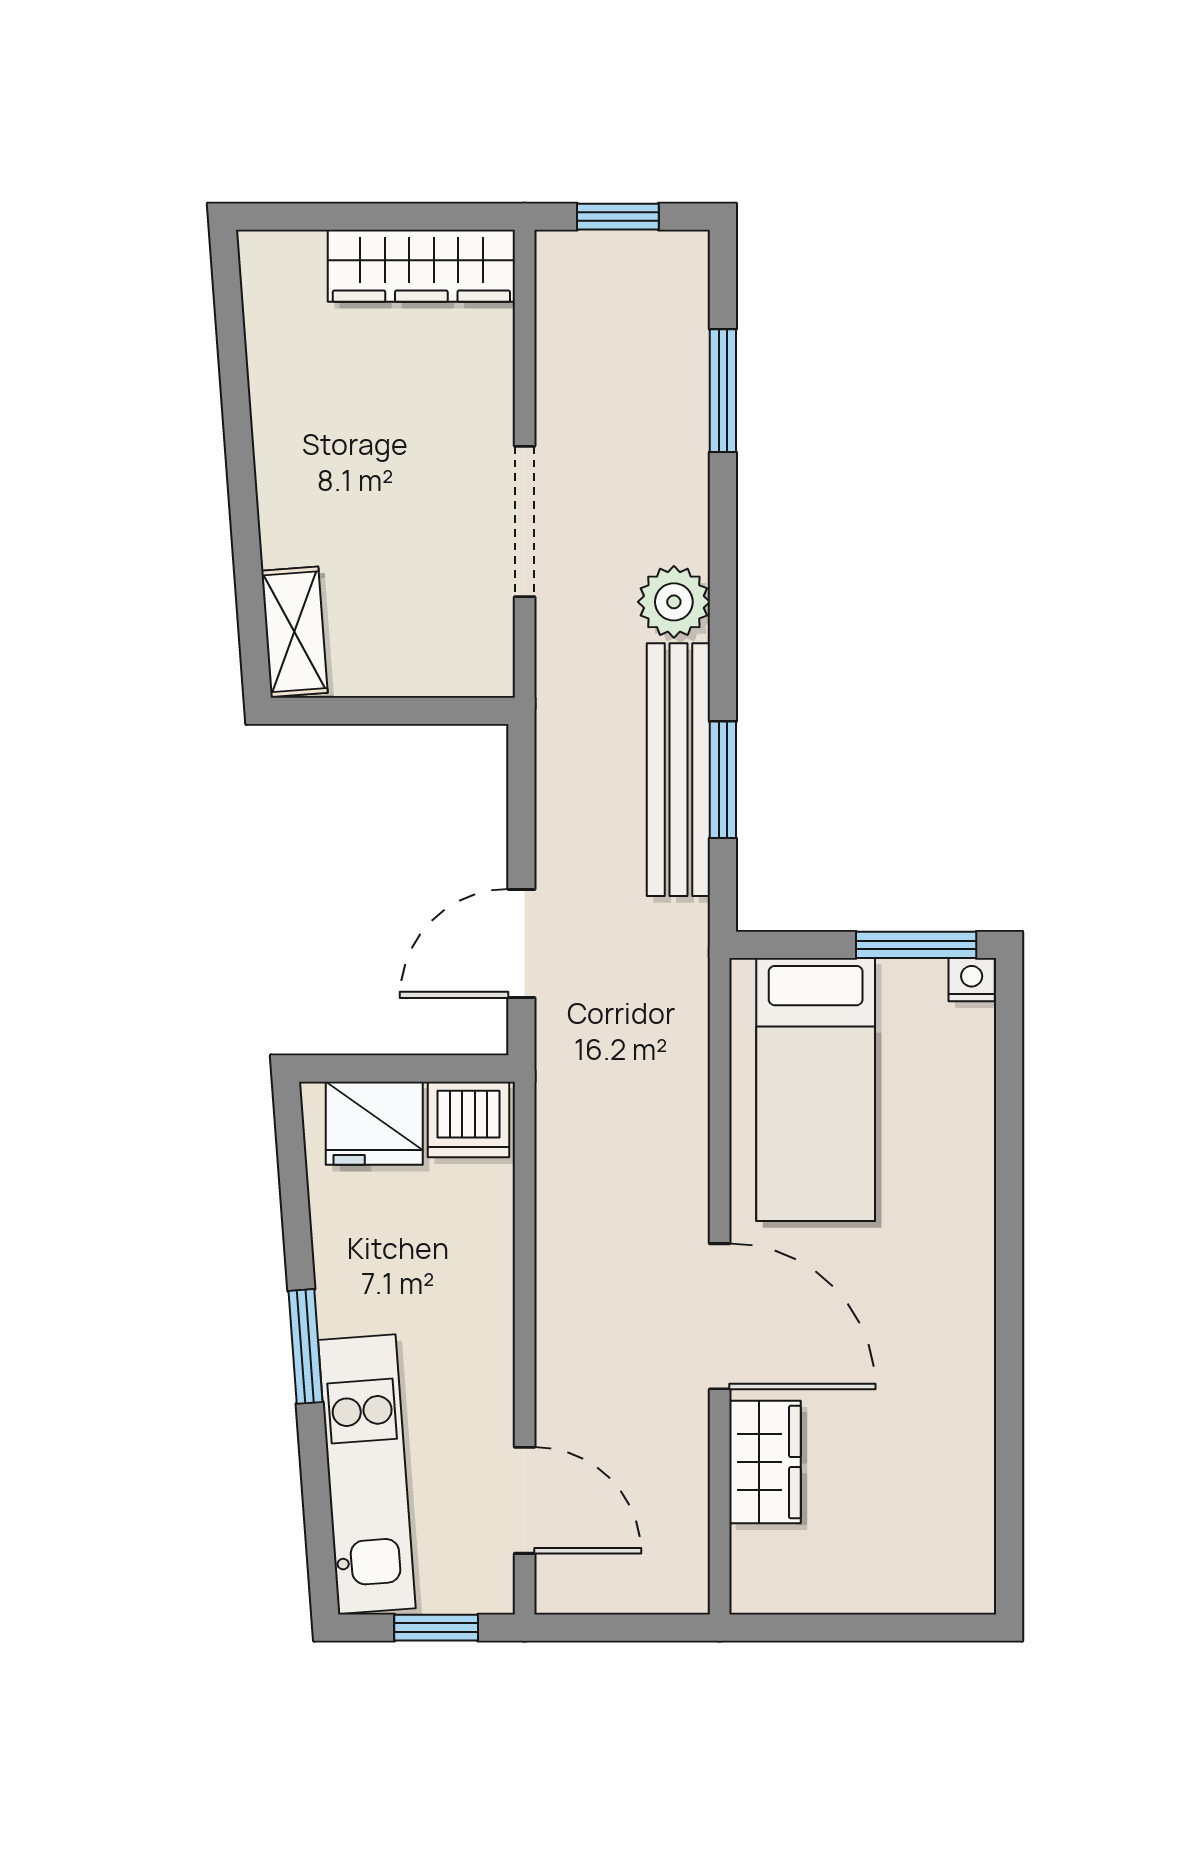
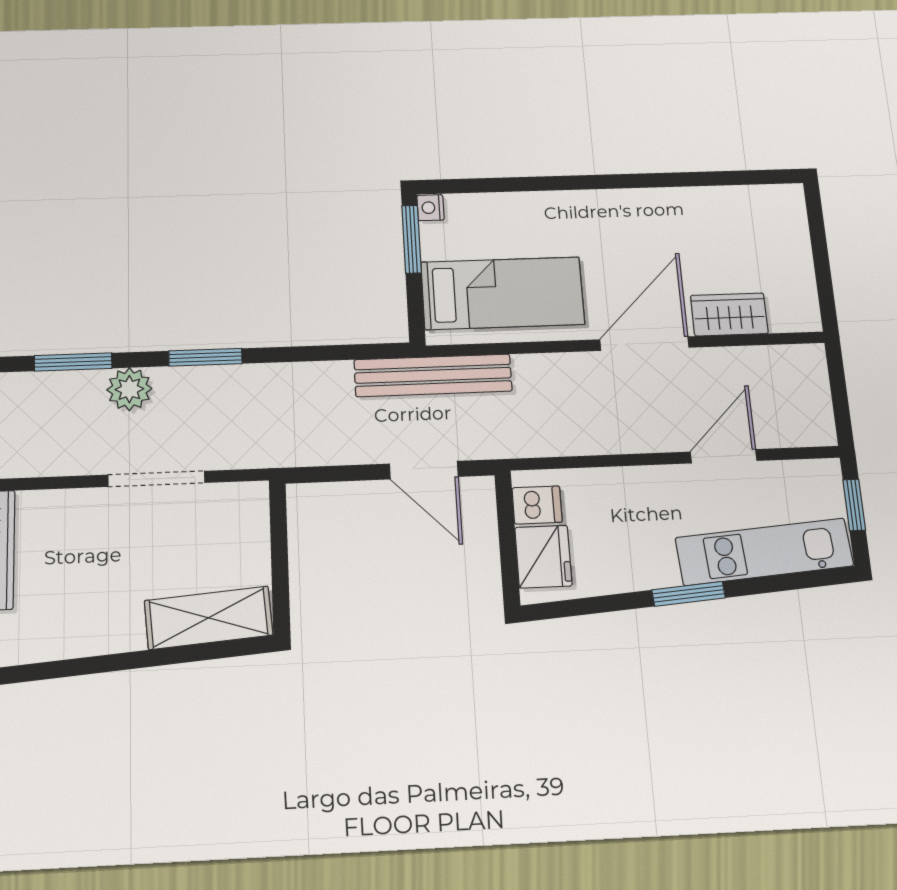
plant: (674, 602) -> (129, 389), moved
shelving: (294, 632) -> (209, 618), width x1.50, depth x1.33
bench: (678, 770) -> (433, 375), moved
window: (723, 780) -> (205, 357), moved
dishwasher: (468, 1119) -> (537, 505), width x0.73
door: (525, 1500) -> (724, 456), moved

